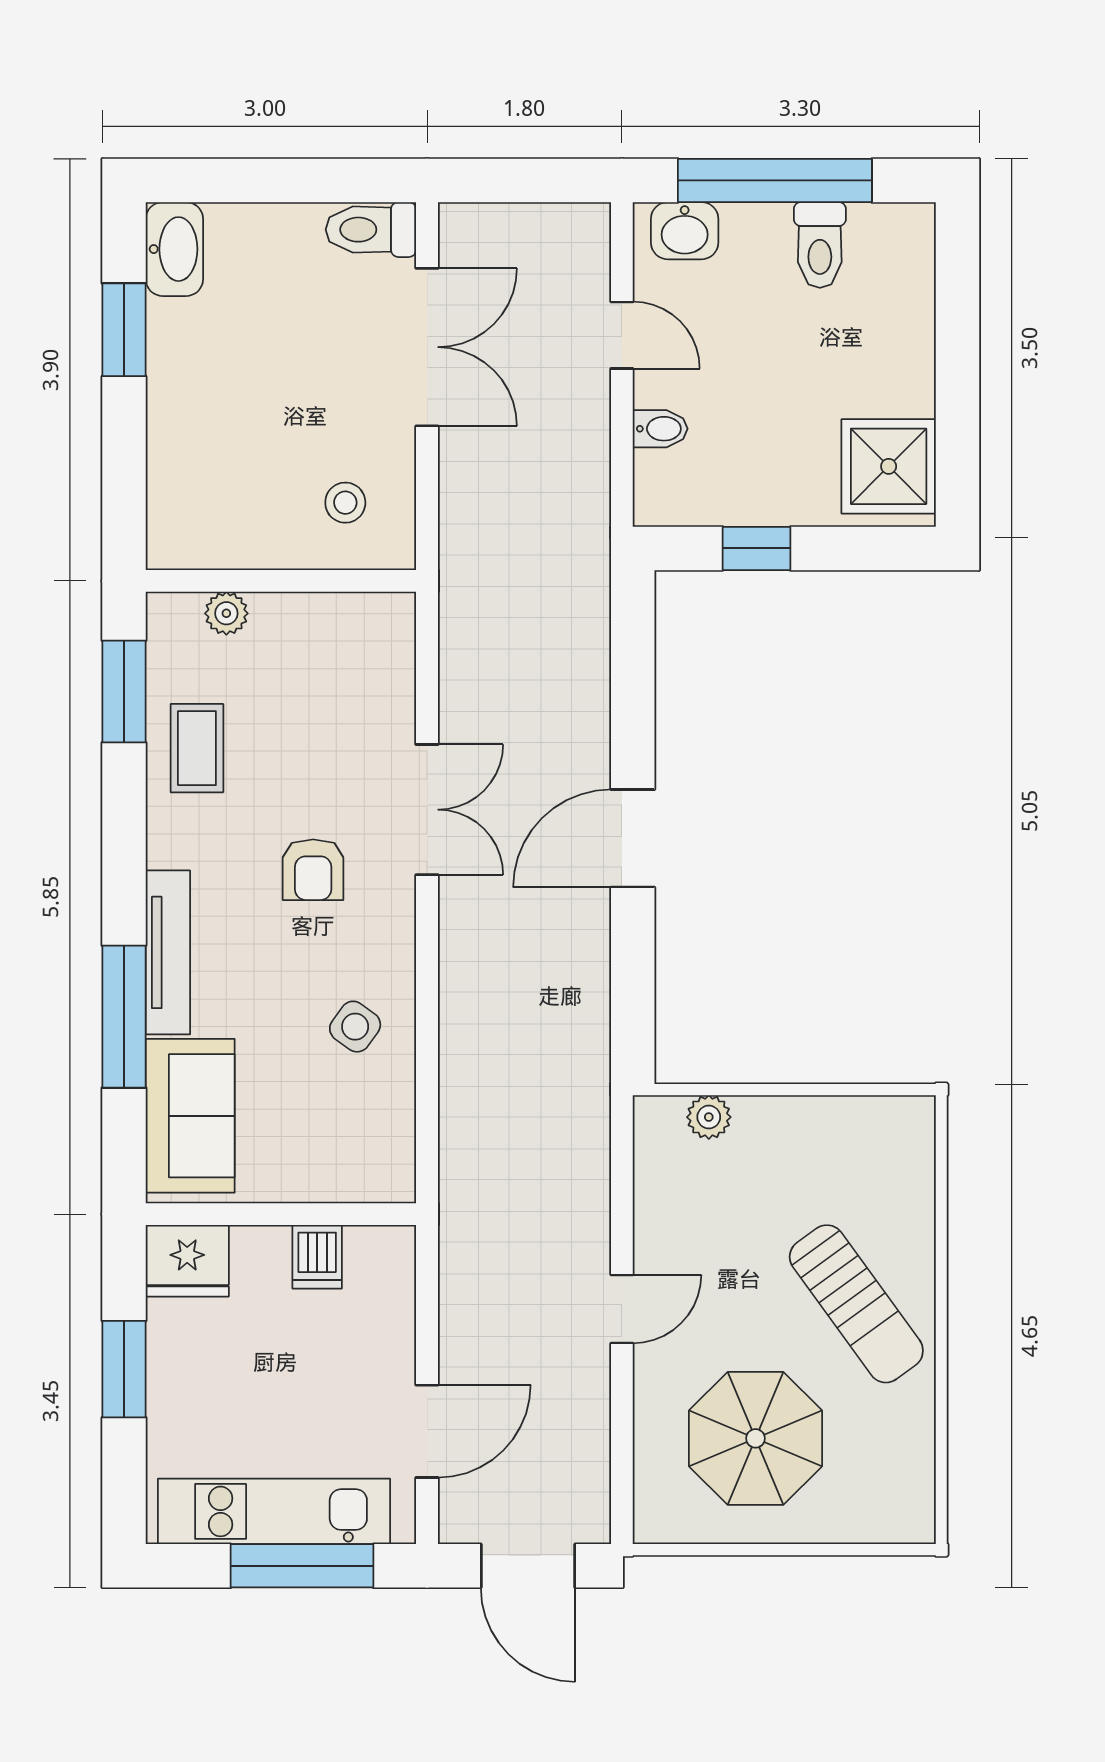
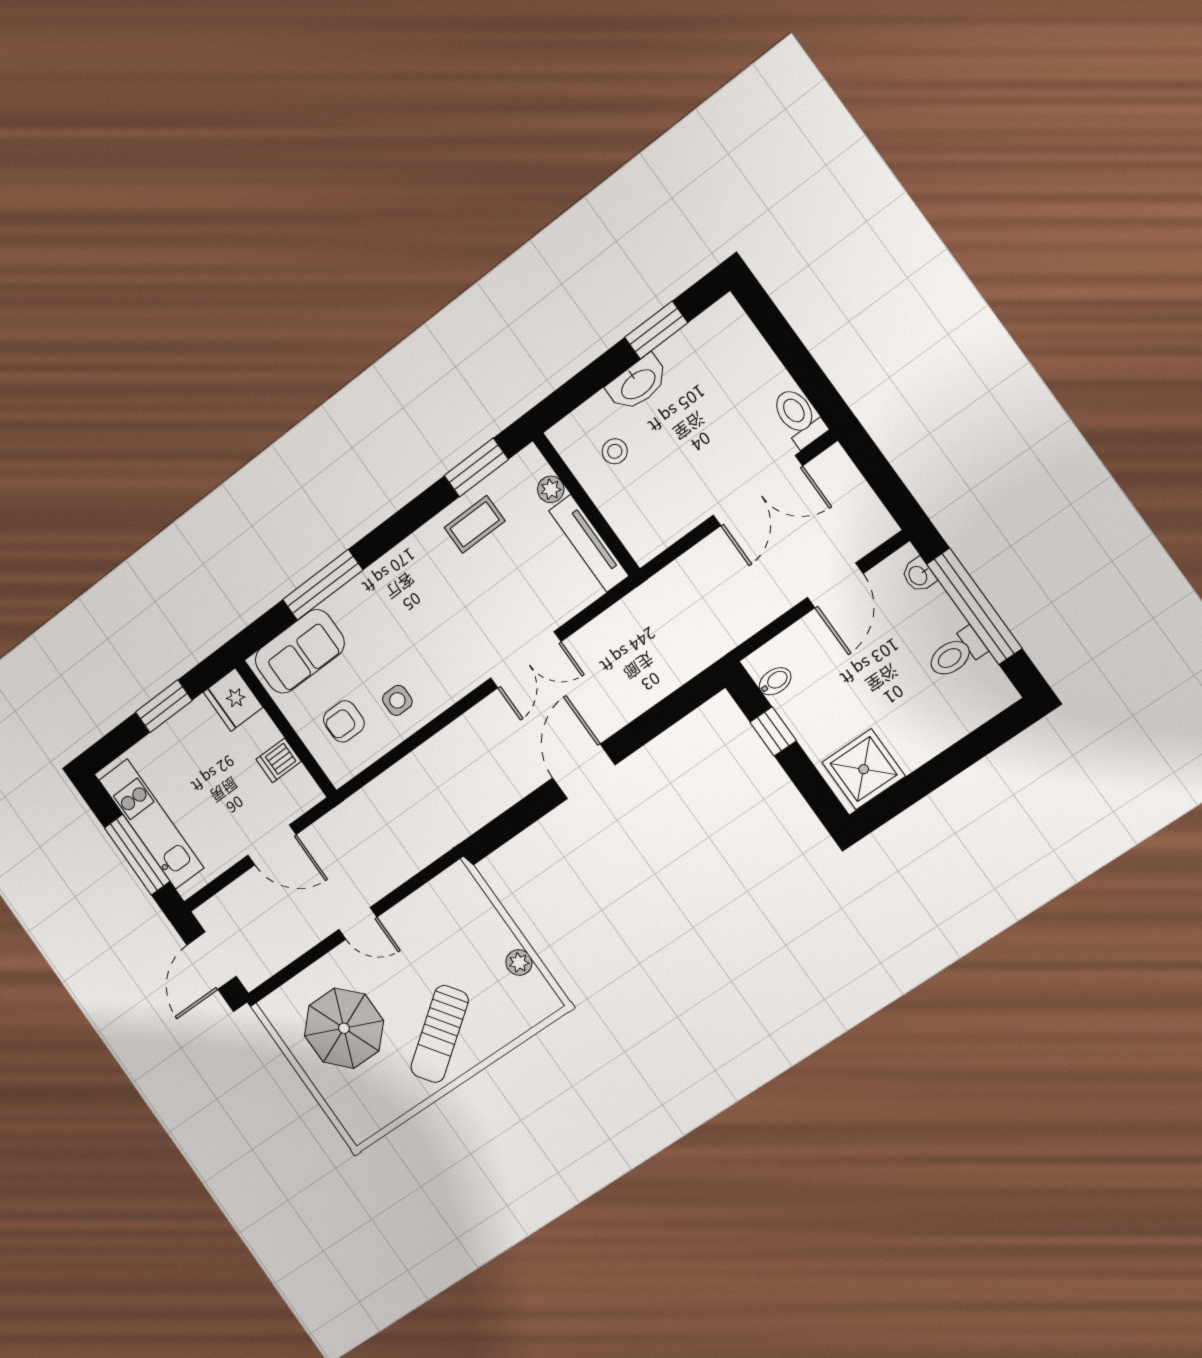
washbasin: (685, 231) -> (918, 575), width x0.72, depth x0.69
washbasin: (174, 249) -> (638, 384), moved
door: (622, 335) -> (835, 585), width x1.38
bidet: (660, 429) -> (775, 681), moved, turned -90
stool: (345, 503) -> (615, 451), moved
door: (633, 838) -> (584, 771), hinge flipped
armchair: (313, 870) -> (344, 721), moved
tv unit: (168, 952) -> (589, 543), moved, turned 90
side table: (355, 1027) -> (397, 700), turned -36
plant: (709, 1117) -> (519, 963), moved
door: (427, 1431) -> (272, 845), moved

